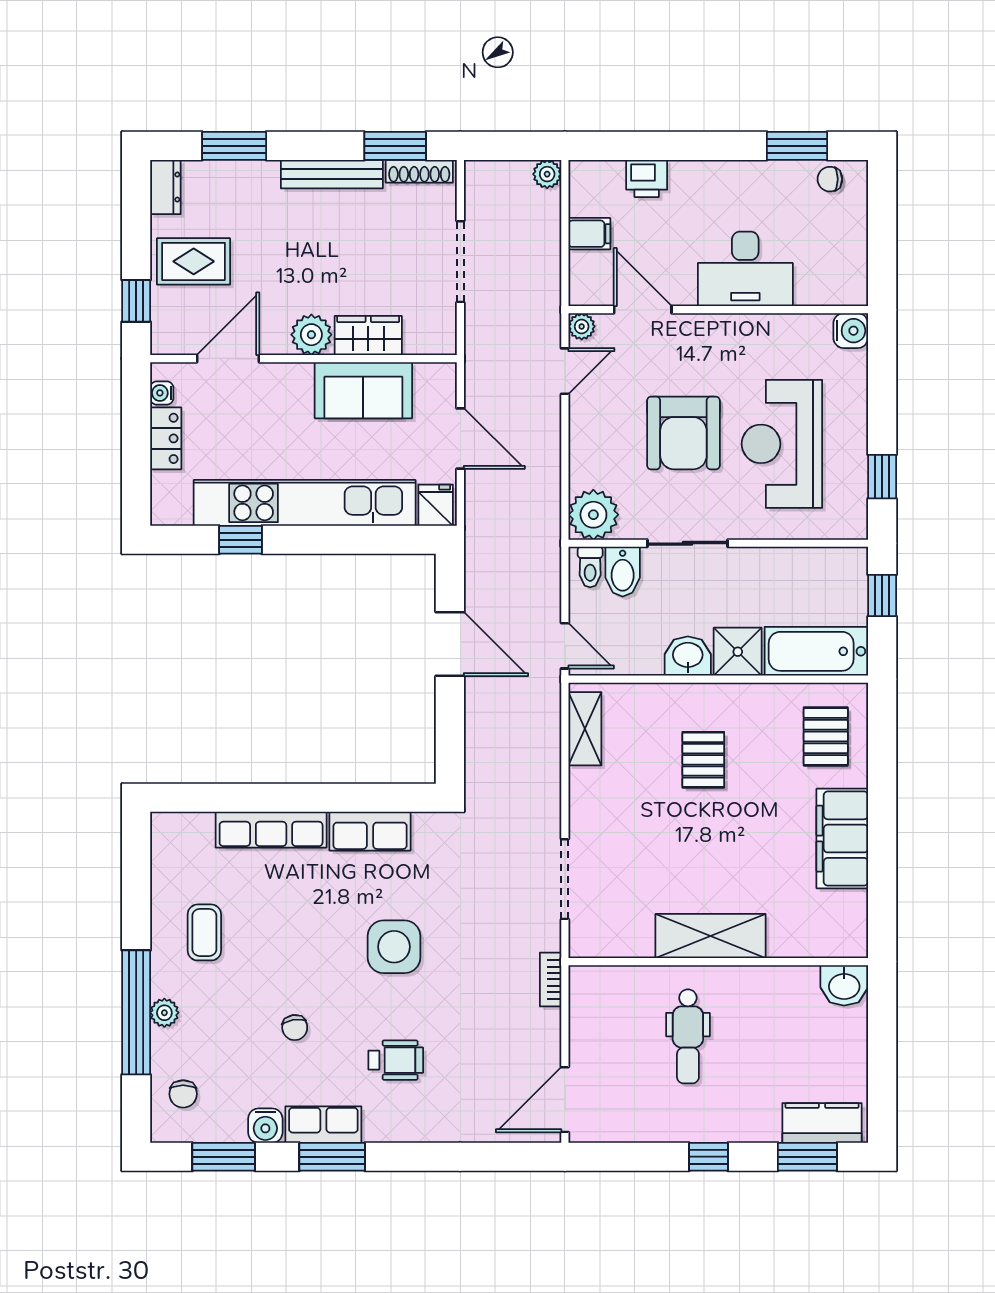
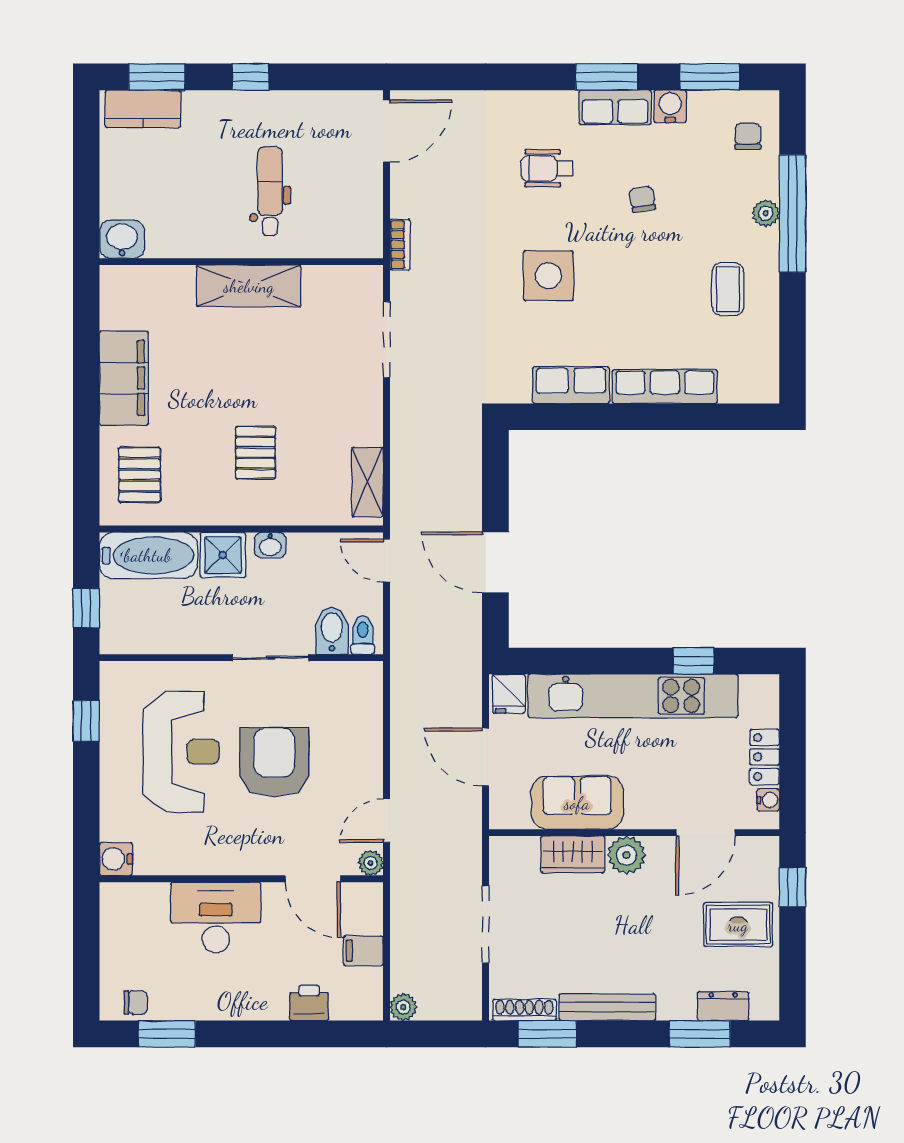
dresser: (165, 187) -> (723, 1006), moved, turned 90
plant: (593, 515) -> (360, 685), removed
washbasin: (688, 656) -> (270, 545), width x0.72, depth x0.69

